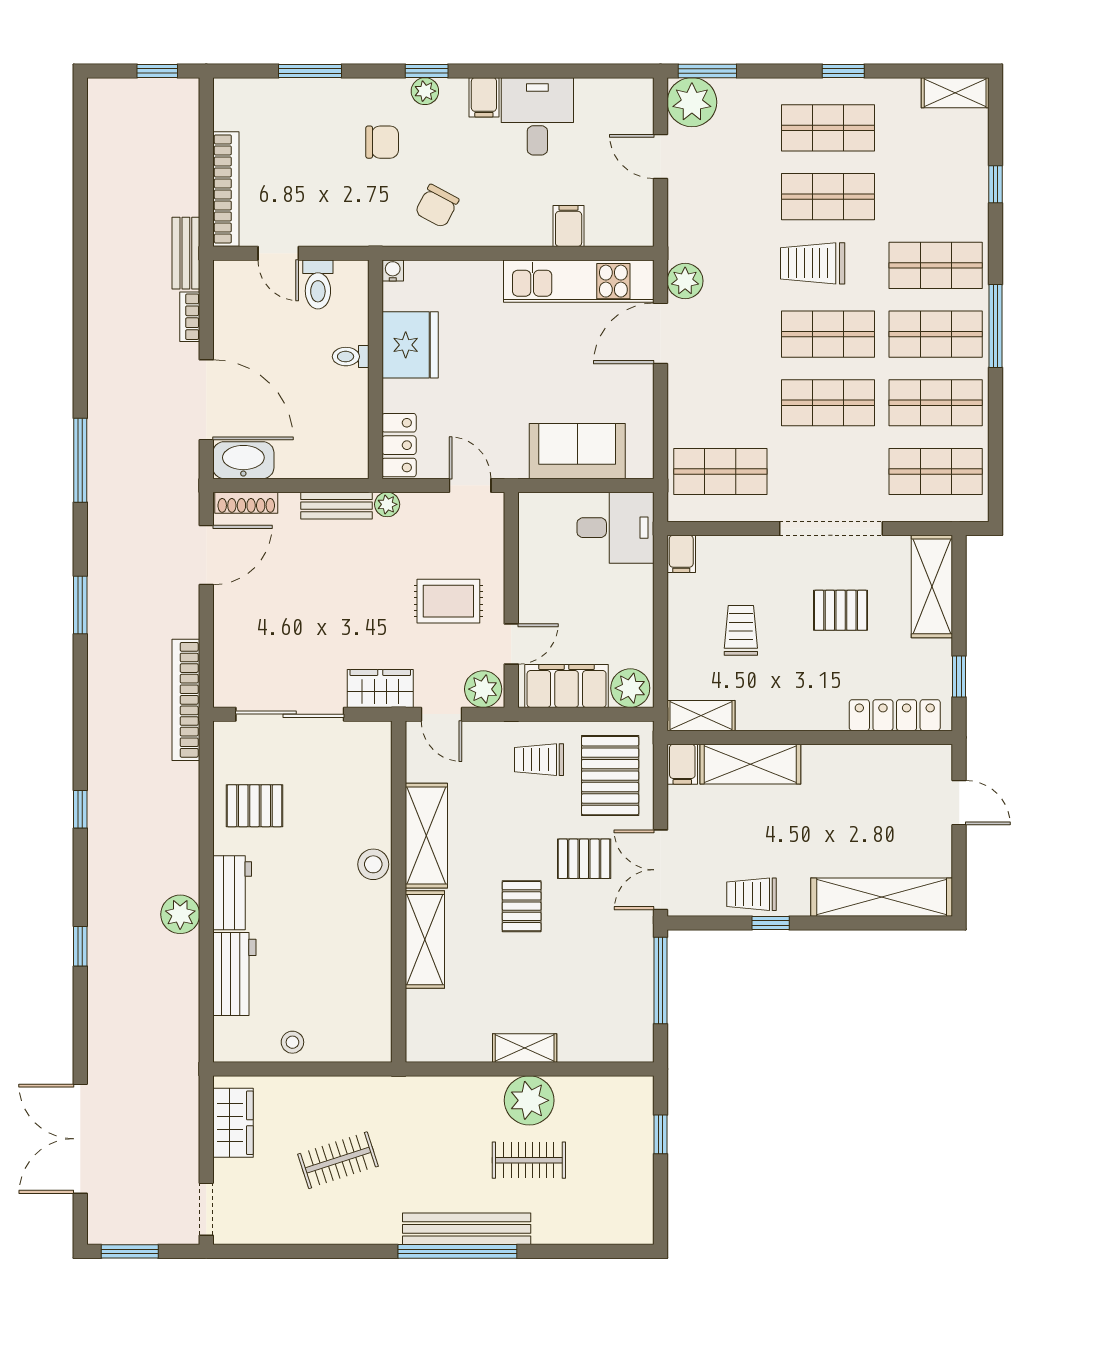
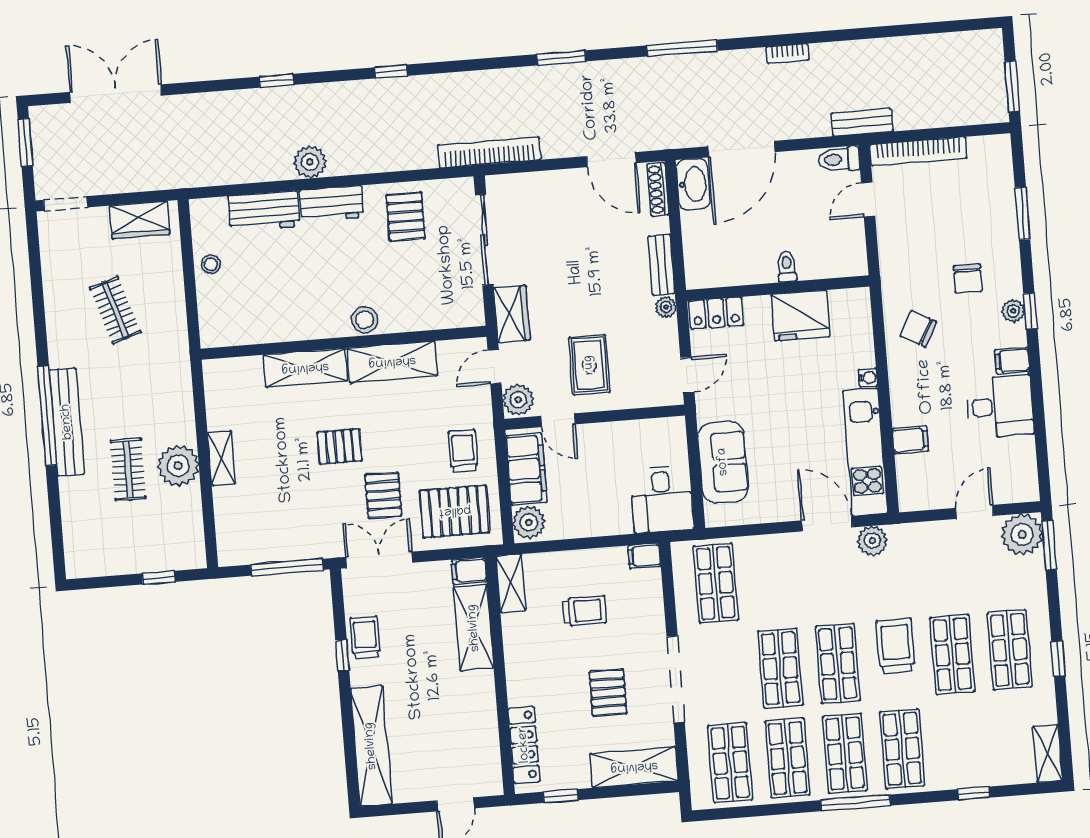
window: (157, 71) -> (1012, 86), width x1.50
water cooler: (393, 271) -> (868, 378), moved
toilet: (318, 284) -> (839, 159), moved
bookcase: (190, 317) -> (787, 54), moved, turned 180

